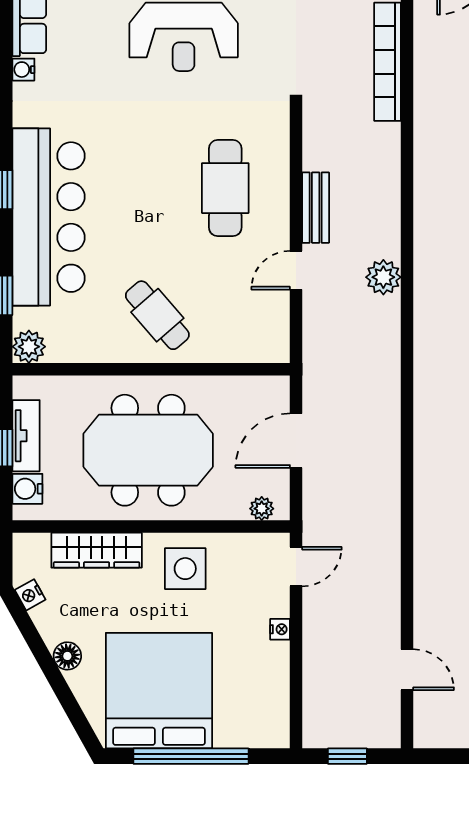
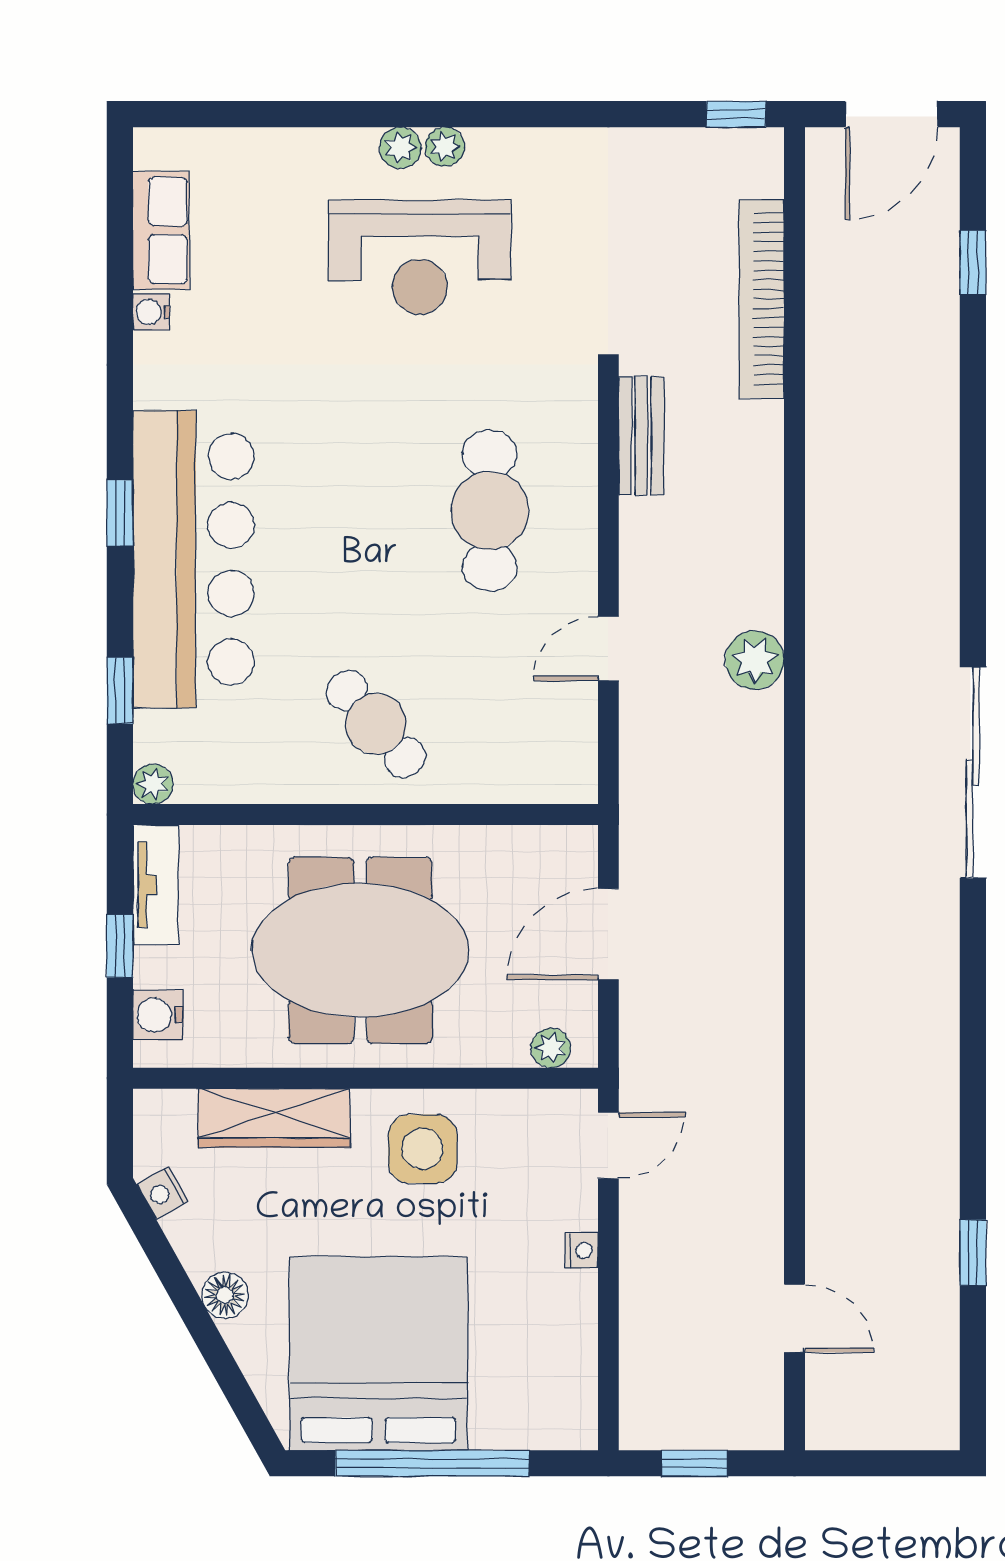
bench: (316, 208) -> (641, 436), moved
plant: (29, 347) -> (153, 784), width x0.73, depth x0.73
tv unit: (26, 436) -> (156, 885), moved

